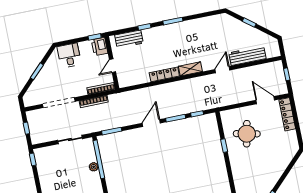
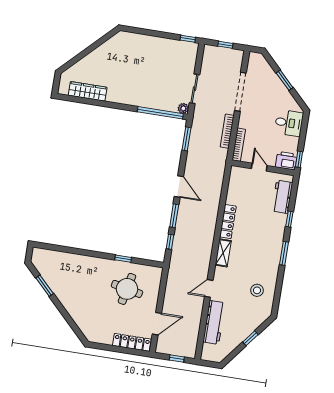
stool: (210, 31) -> (257, 290), added
door: (222, 70) -> (209, 288), swing flipped
plant: (94, 167) -> (183, 108), moved

